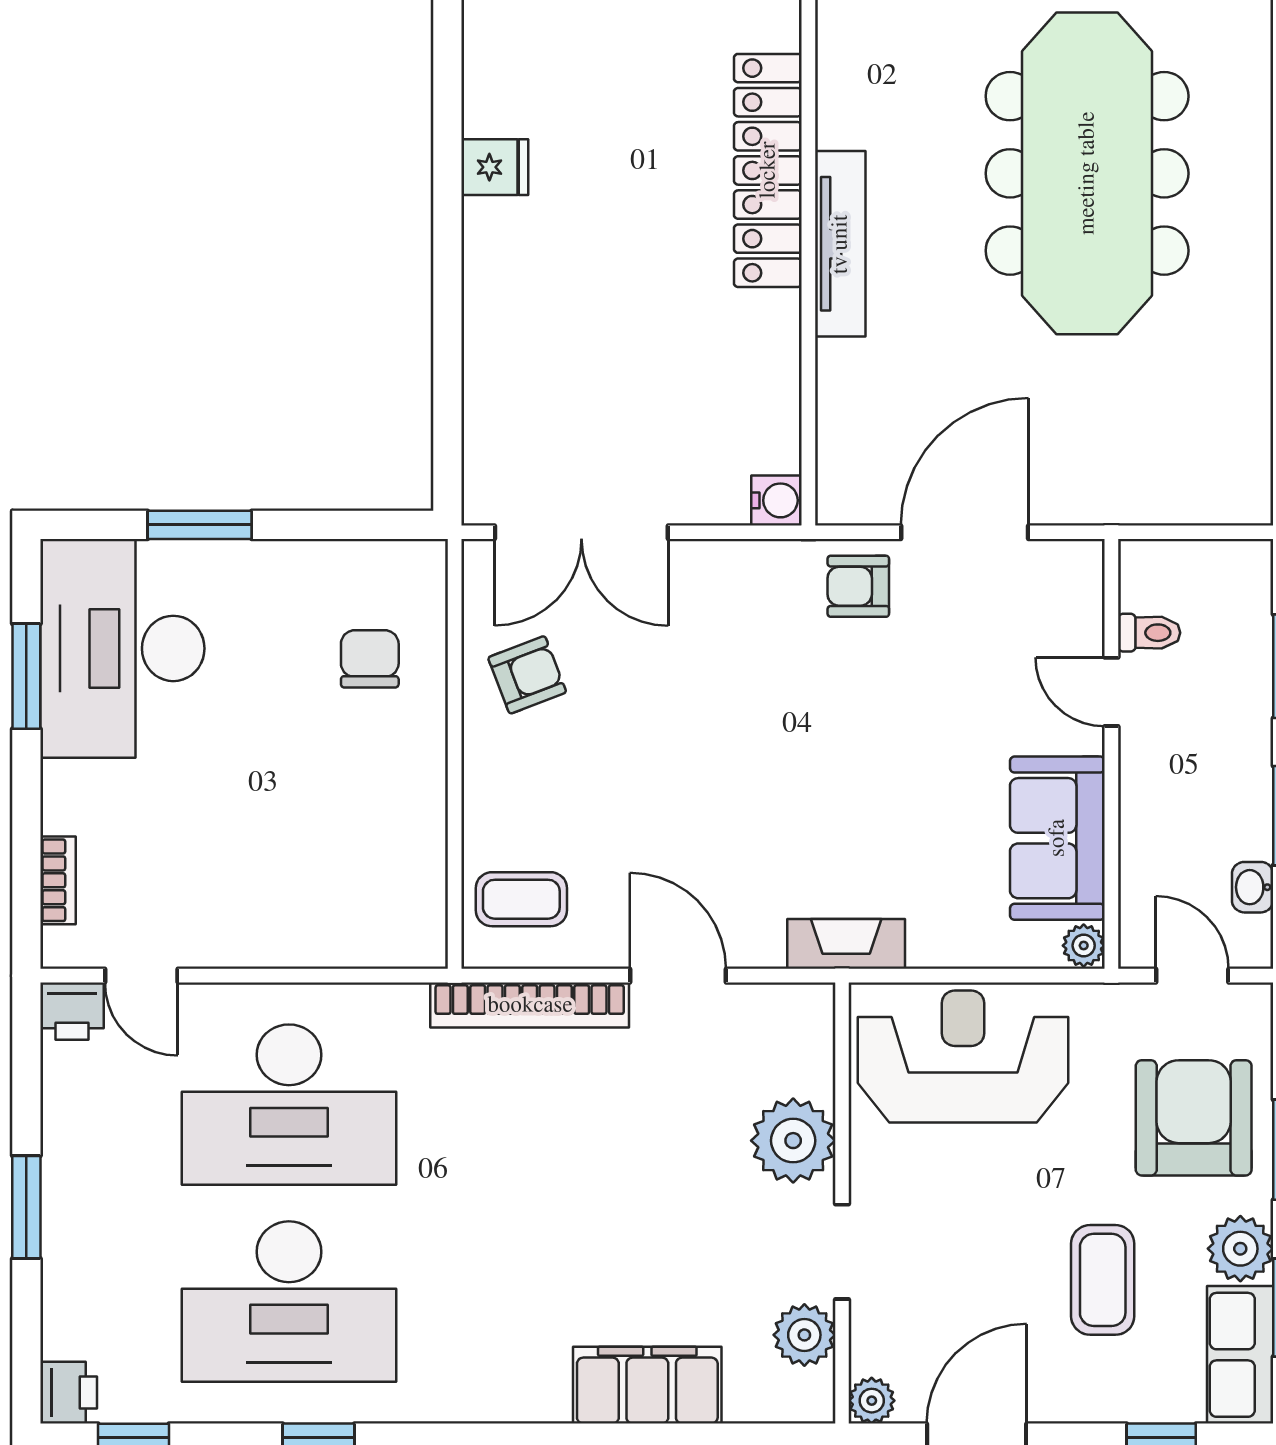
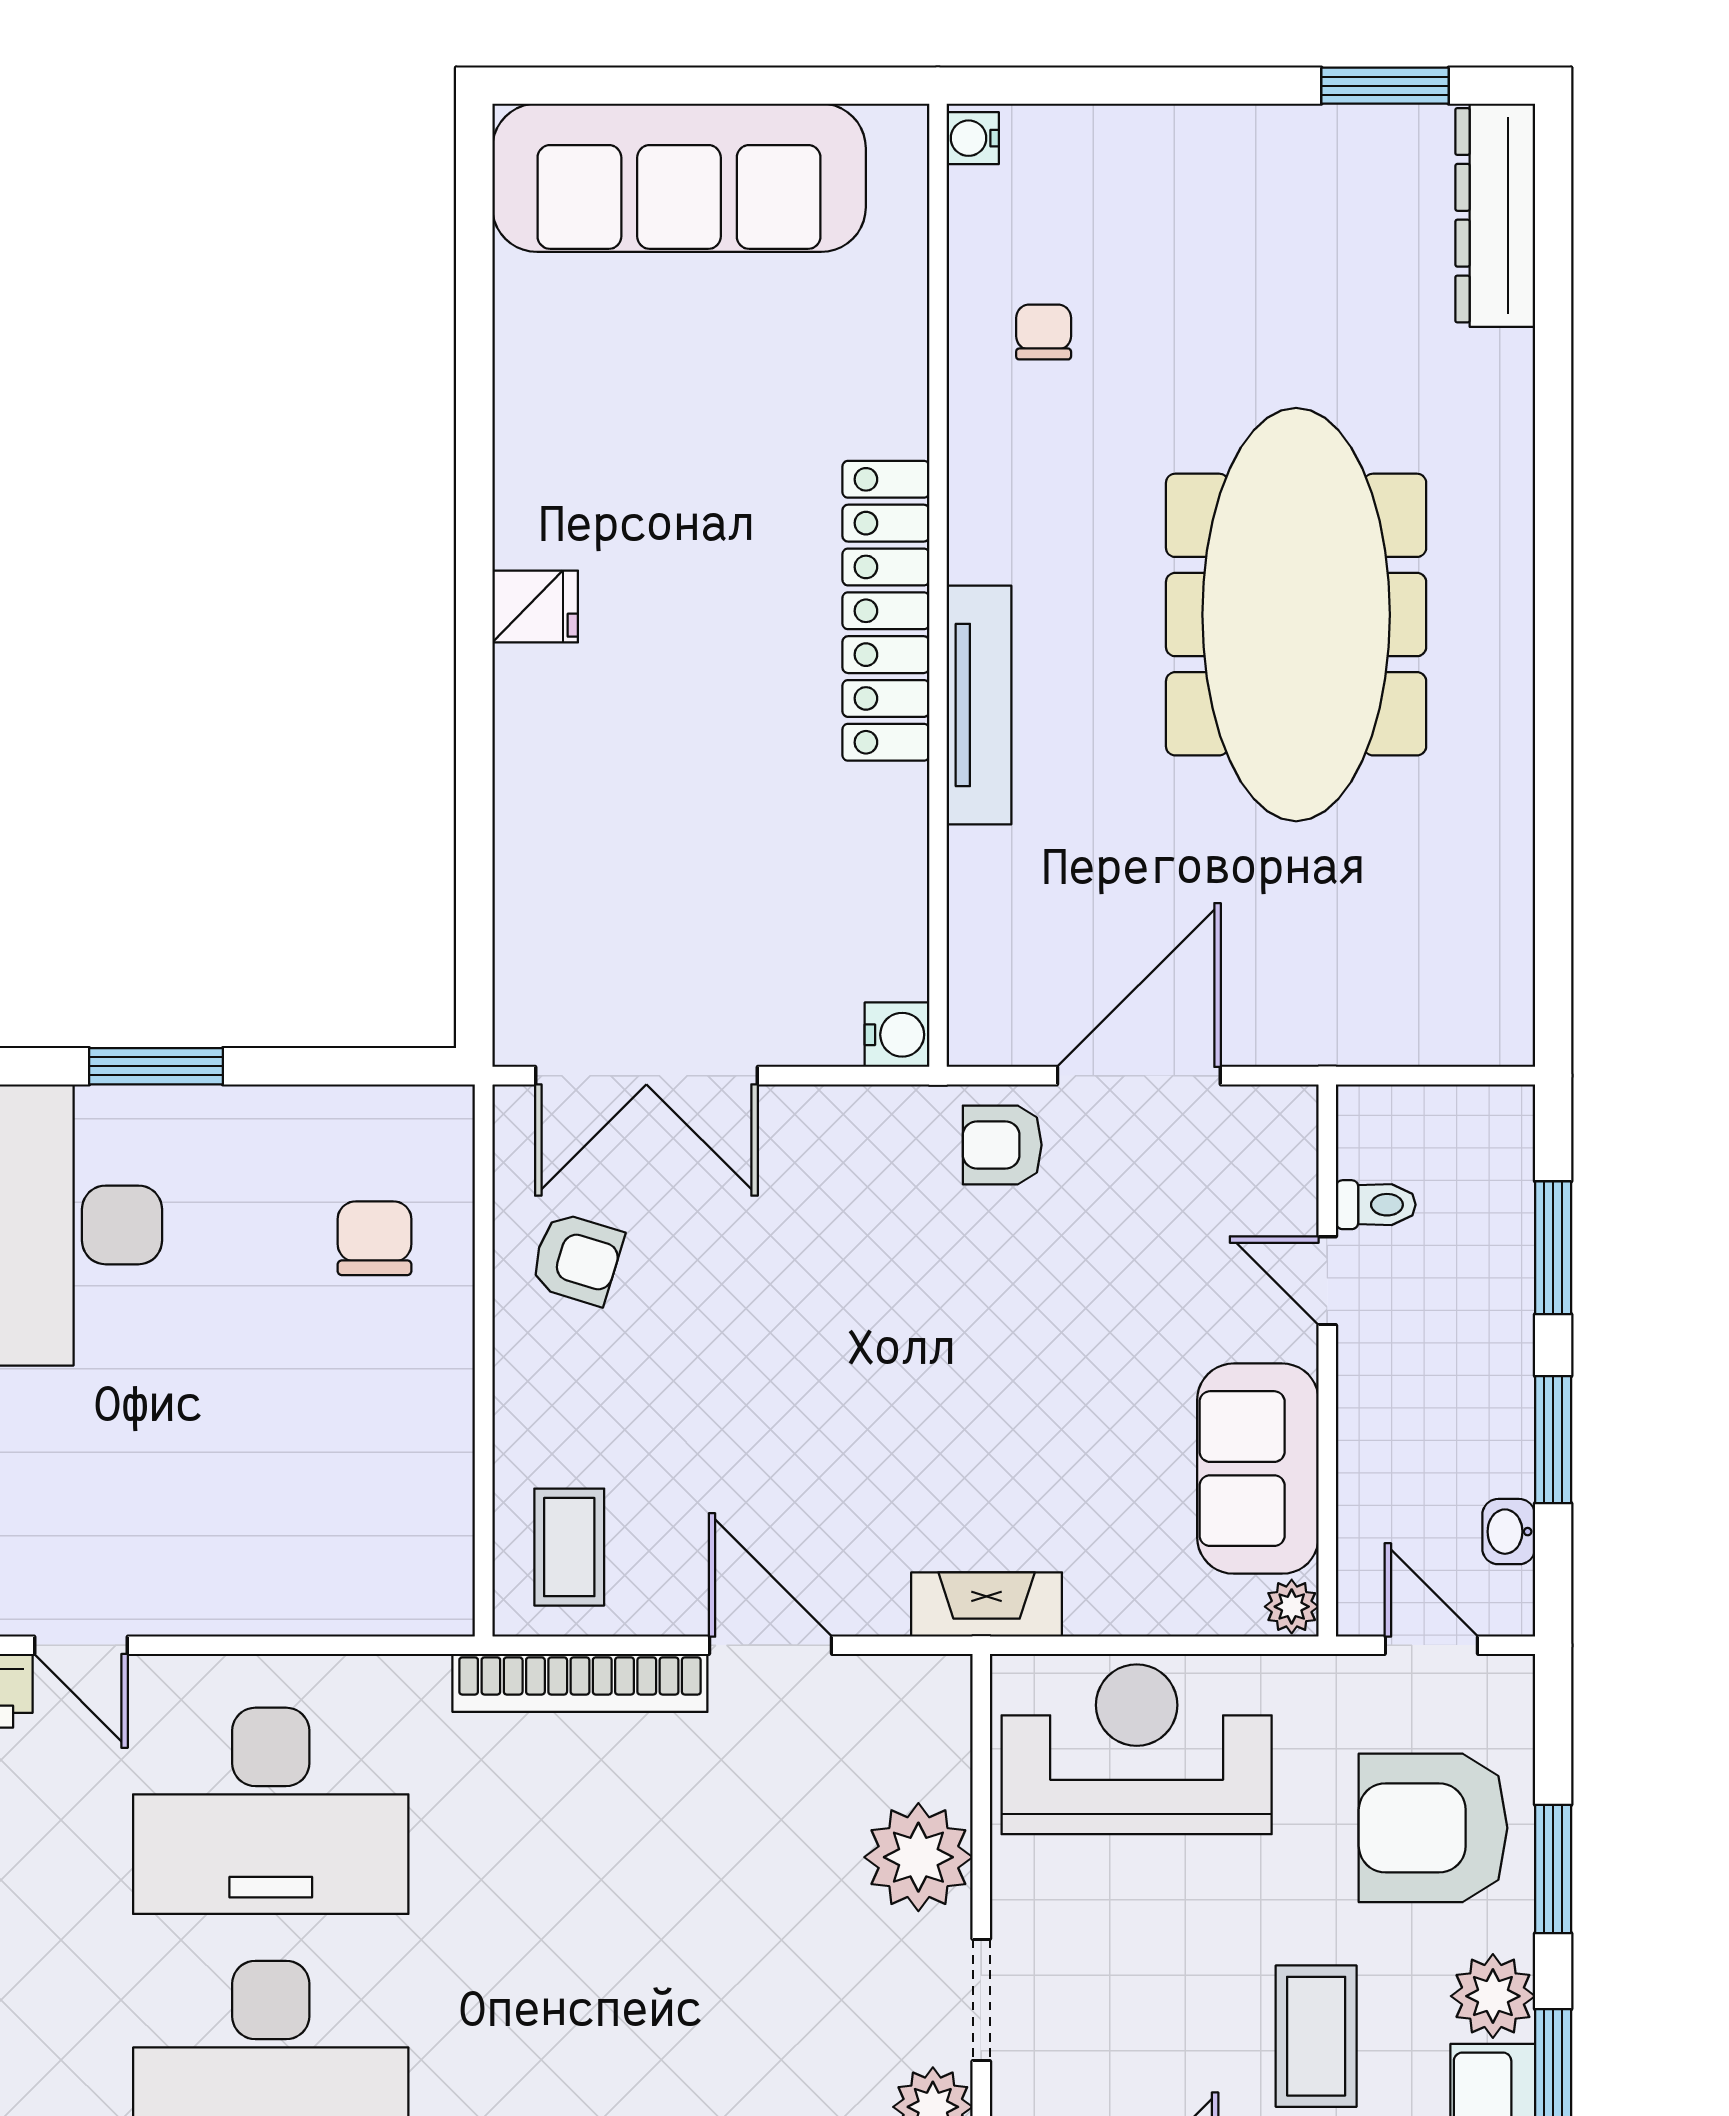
armchair: (527, 675) -> (577, 1259), turned 38
coffee table: (521, 899) -> (569, 1547), turned 90
armchair: (1194, 1118) -> (1433, 1828), turned -90

